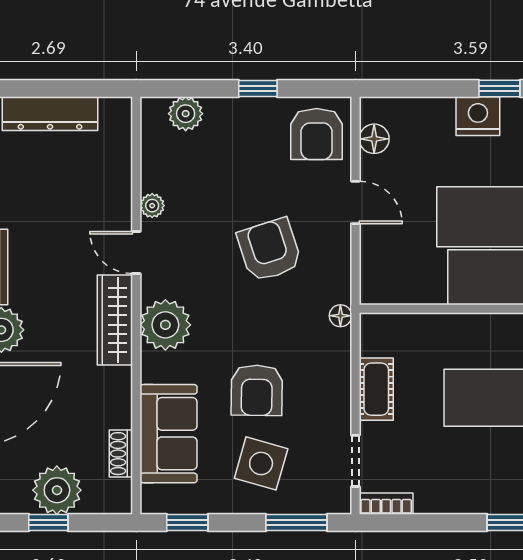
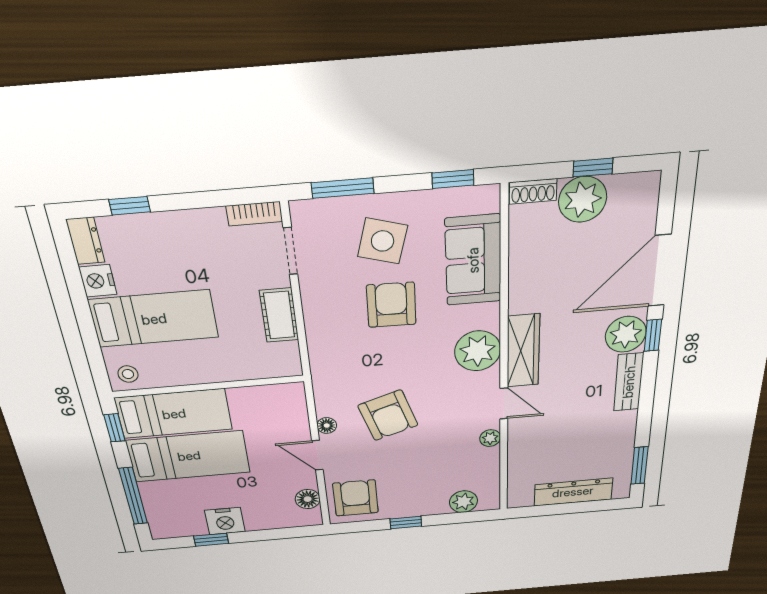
floor lamp: (340, 316) -> (327, 426), moved
shoe rack: (121, 454) -> (533, 191), moved, turned 90

